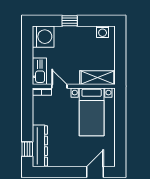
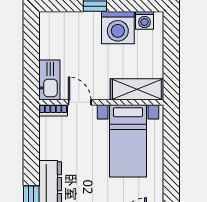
washing machine: (43, 37) -> (118, 28), moved, turned 90

